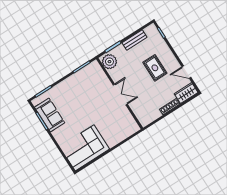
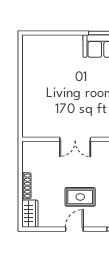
door: (186, 72) -> (74, 229), moved
corner sofa: (85, 148) -> (41, 62), removed

